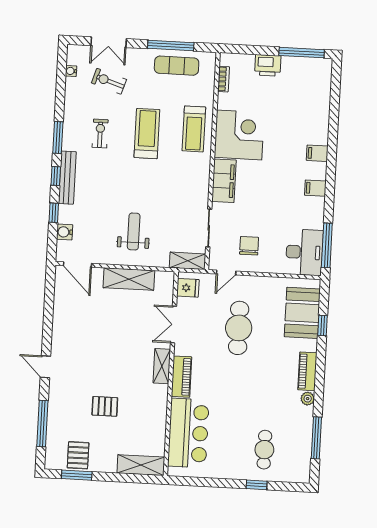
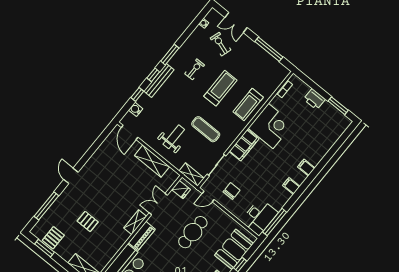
window: (302, 53) -> (338, 106), width x0.69
exercise mat: (177, 66) -> (206, 129), moved

